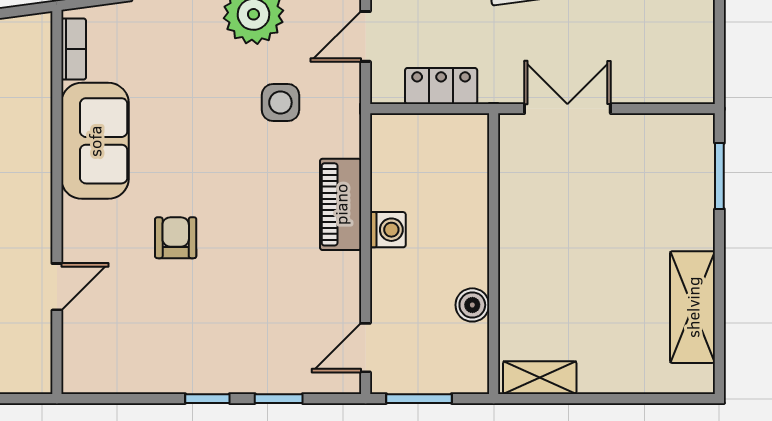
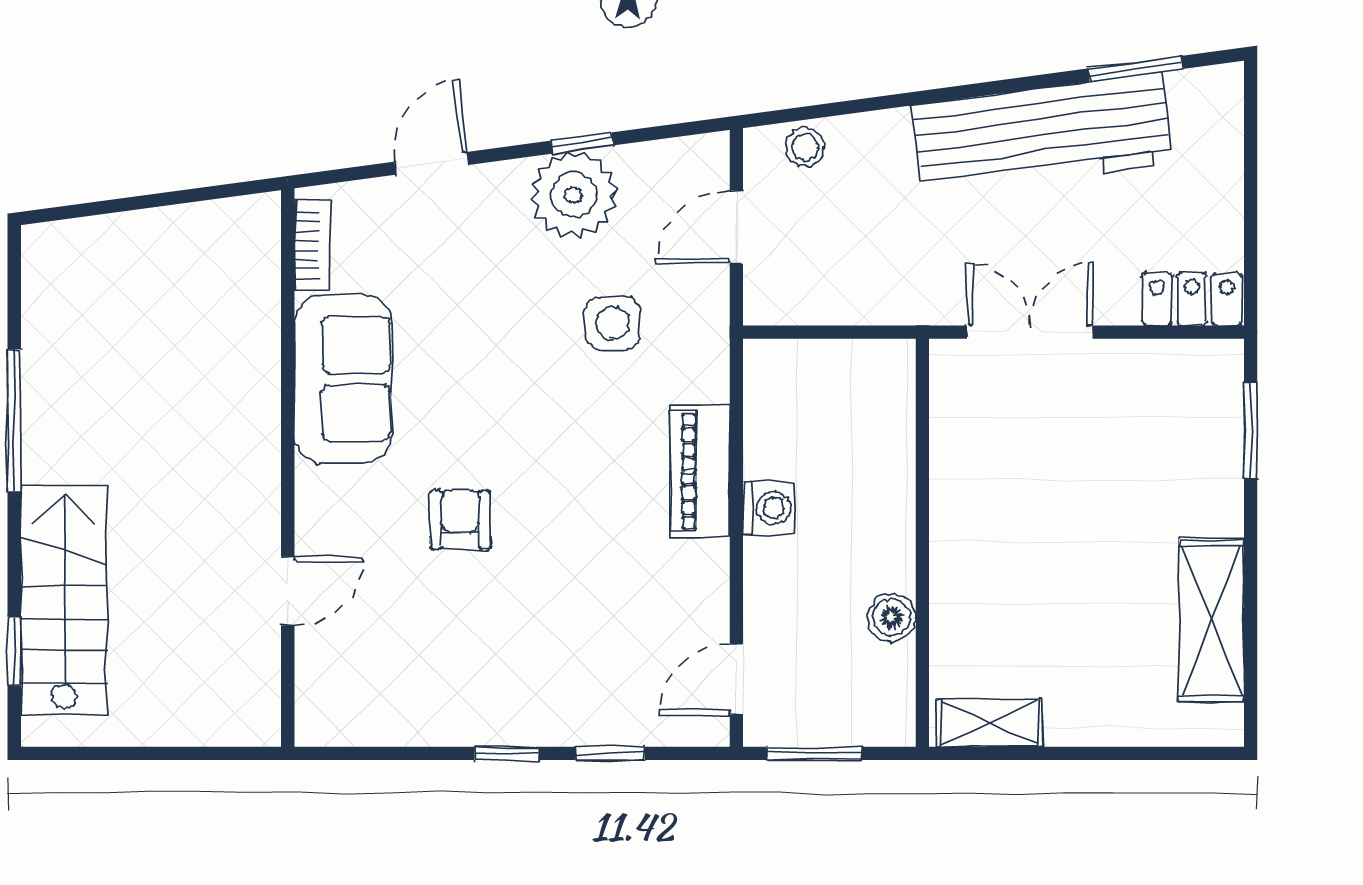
locker: (441, 86) -> (1192, 299), moved

